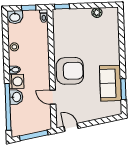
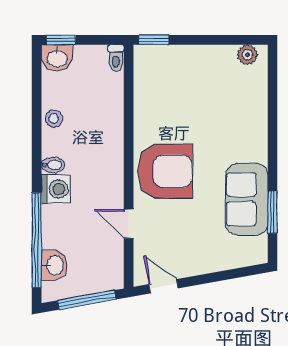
window: (29, 8) -> (61, 40), moved
plant: (97, 13) -> (247, 55), moved
washbasin: (16, 97) -> (54, 265), moved

